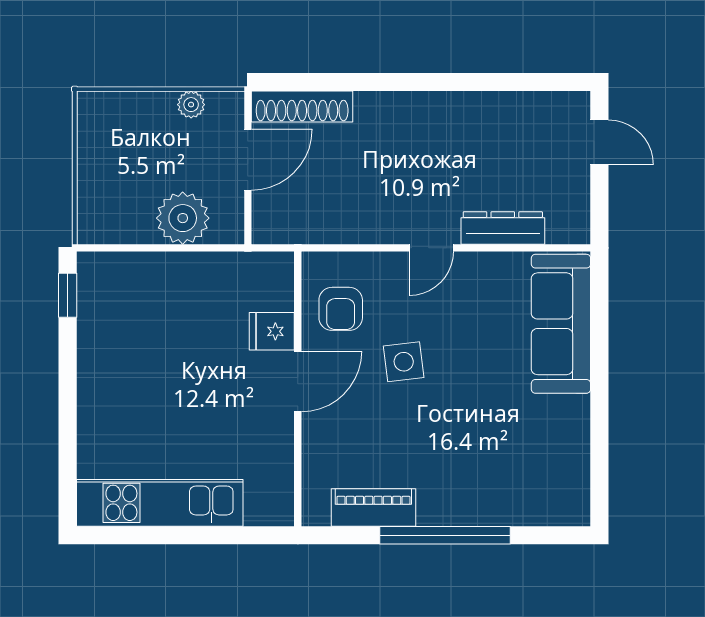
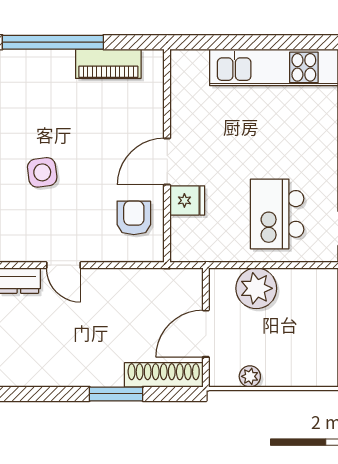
window: (364, 82) -> (116, 394), added
door: (431, 248) -> (64, 265), swing flipped
kitchen island: (156, 314) -> (277, 214), added
side table: (404, 362) -> (42, 172), moved

